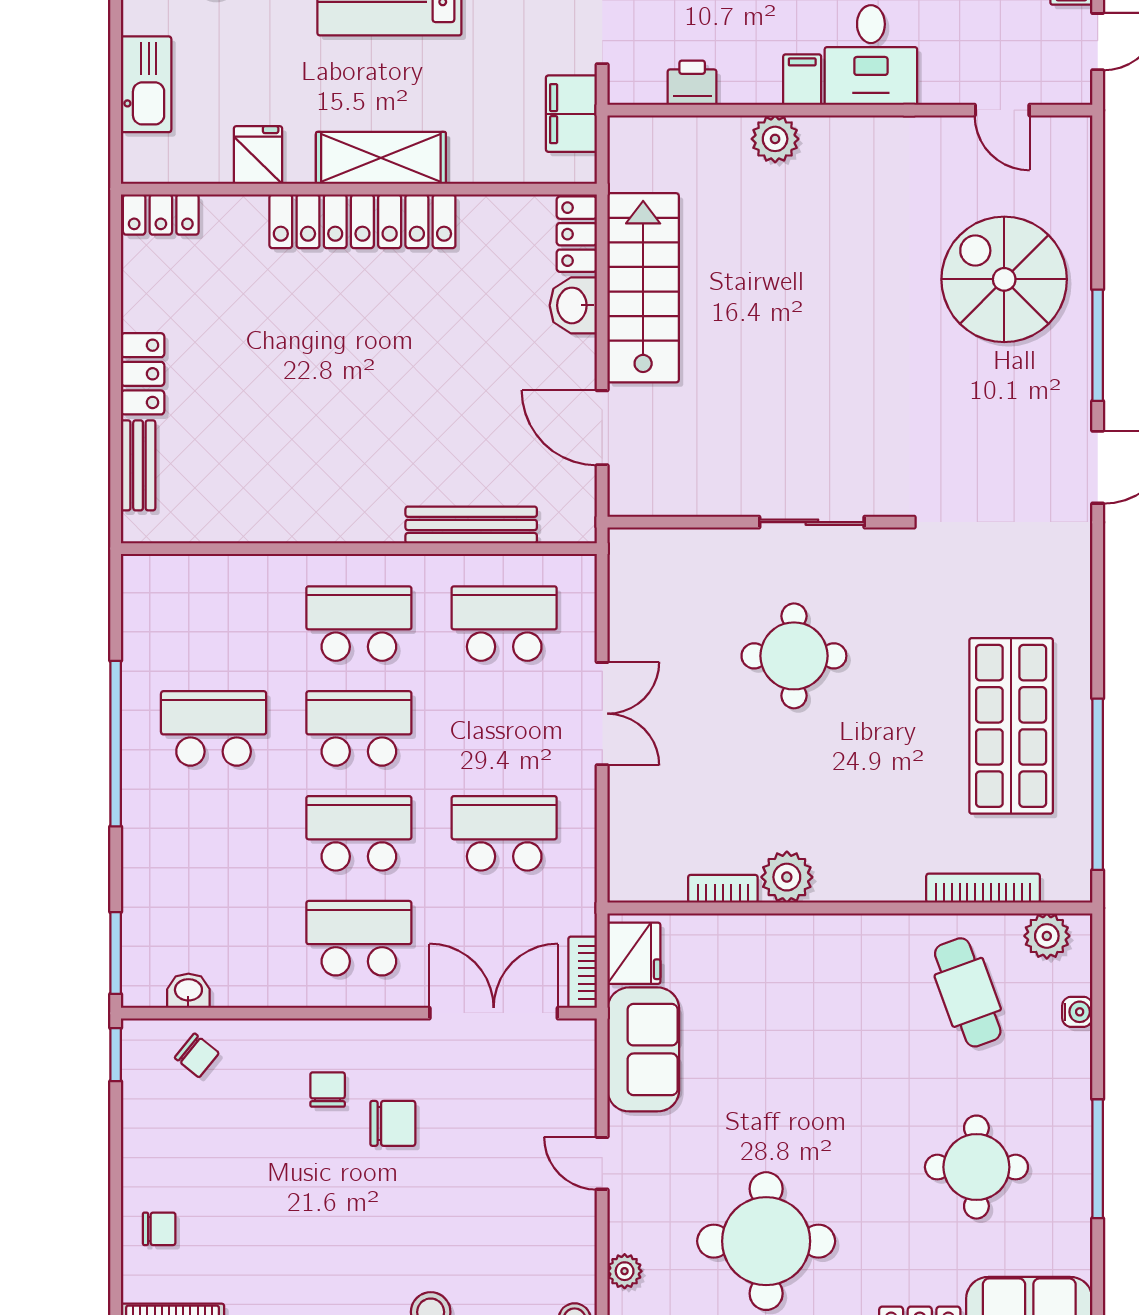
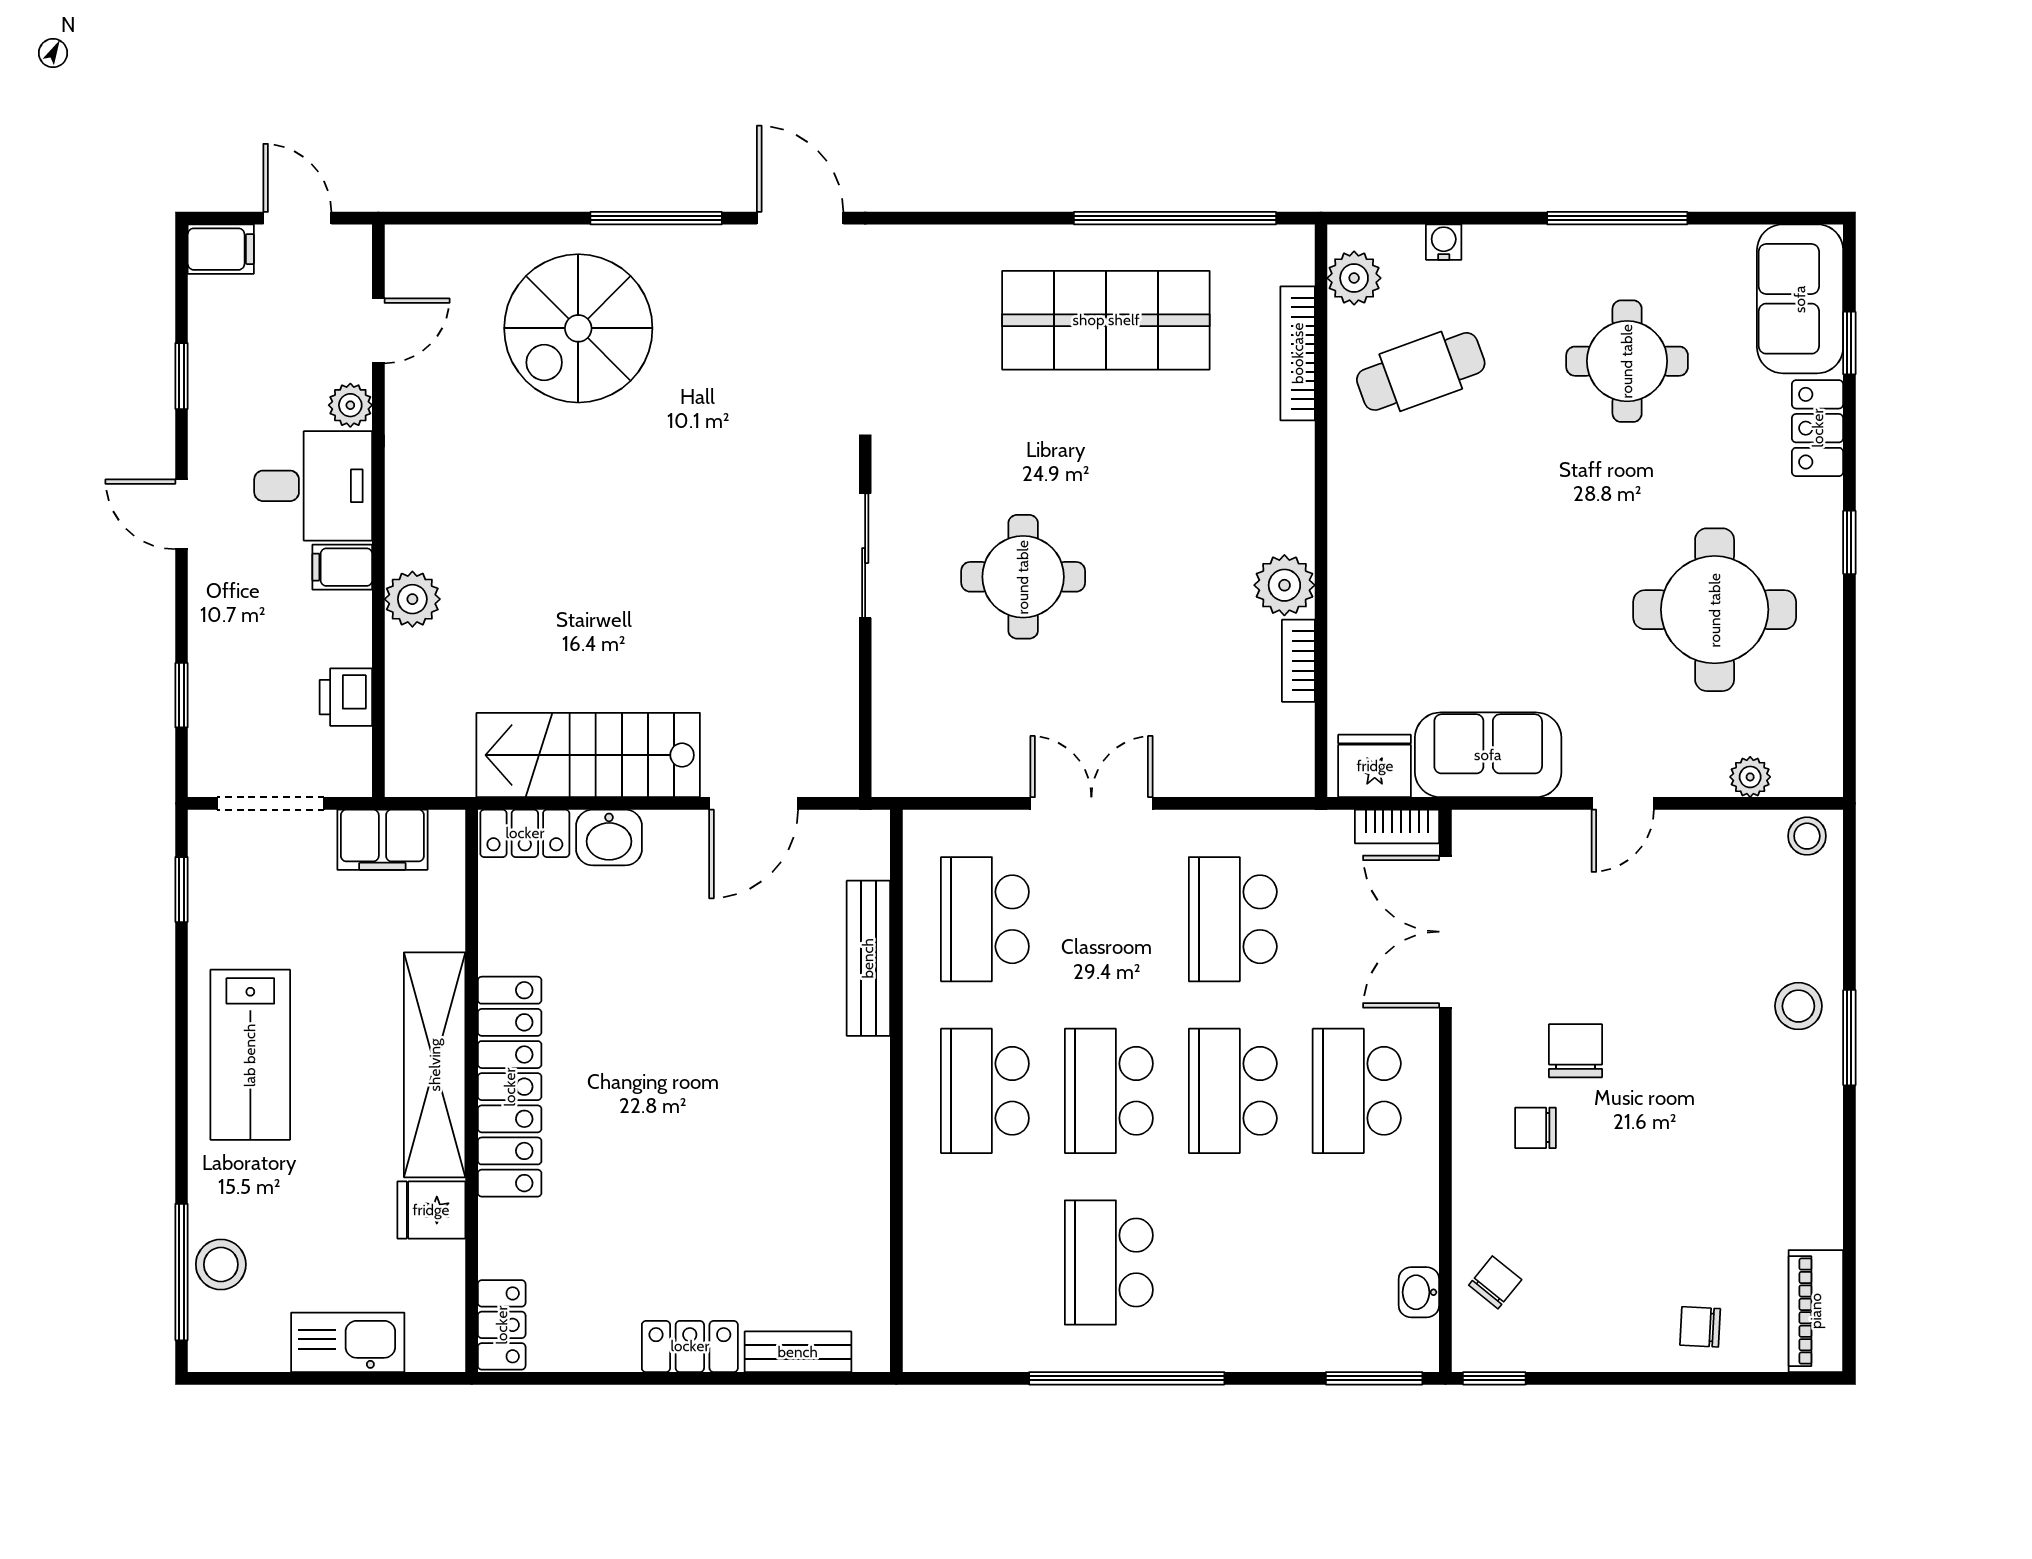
plant: (939, 86) -> (350, 405), added
shelving: (381, 158) -> (435, 1065), width x1.47
chair: (159, 1229) -> (1700, 1327), turned -87

